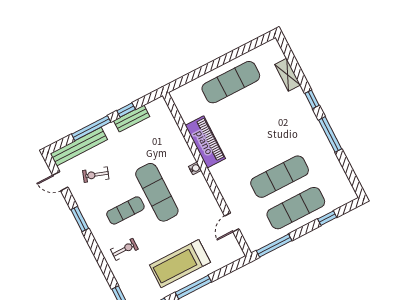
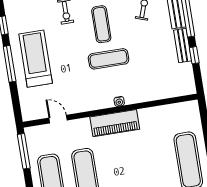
bench: (132, 119) -> (183, 45), moved
piano: (205, 142) -> (115, 123), moved
exercise mat: (157, 192) -> (109, 59), width x0.73, depth x0.69

